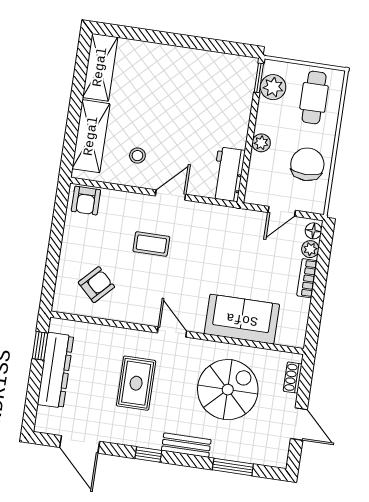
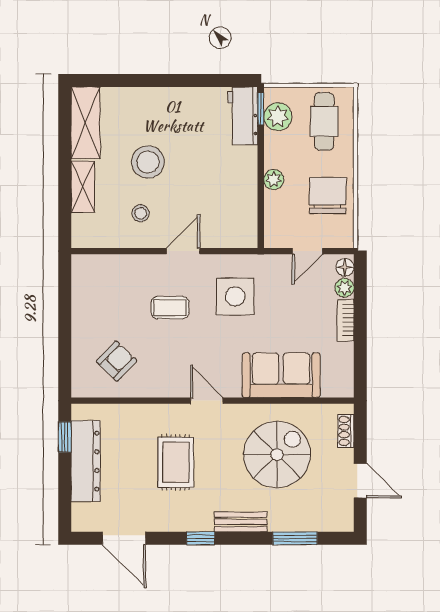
stool: (151, 111) -> (148, 162), added
shelving: (91, 136) -> (83, 187), width x0.67, depth x0.75
workbench: (228, 174) -> (243, 116), moved
armchair: (86, 201) -> (92, 271), removed
side table: (211, 243) -> (235, 296), added

